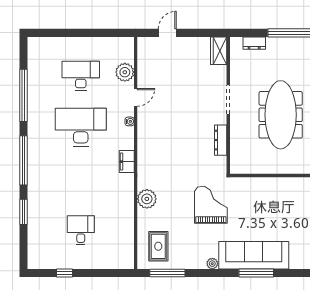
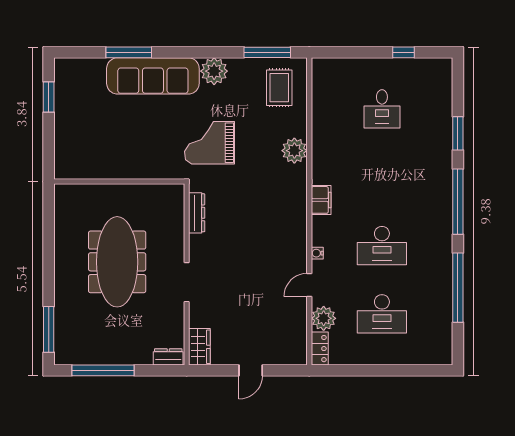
door: (167, 33) -> (251, 370), moved
dresser: (254, 43) -> (168, 357), moved
locker: (128, 49) -> (320, 349), added
desk: (81, 127) -> (382, 246), width x0.73, depth x0.77
dresser: (221, 140) -> (197, 213), moved
grand piano: (211, 205) -> (210, 143), turned 90
plant: (212, 264) -> (214, 71), width x1.87, depth x1.87
window: (256, 273) -> (129, 52), moved

